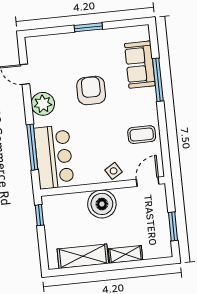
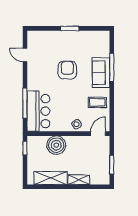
sofa: (140, 65) -> (101, 73), moved
plant: (43, 104) -> (35, 76), removed
boiler: (102, 204) -> (56, 145), moved

